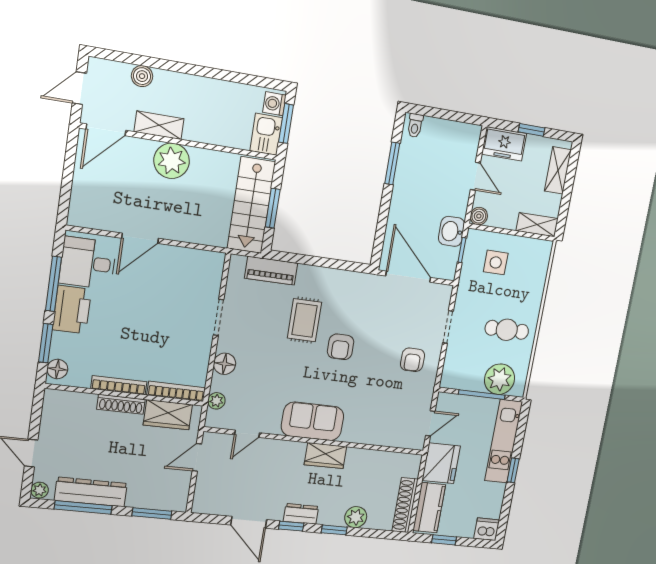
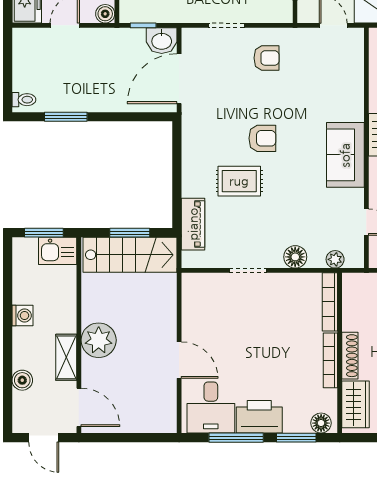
washing machine: (274, 104) -> (22, 315), moved, turned -90
washbasin: (451, 231) -> (162, 41), moved
wardrobe: (168, 415) -> (355, 404), moved

